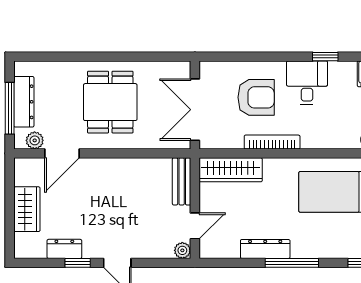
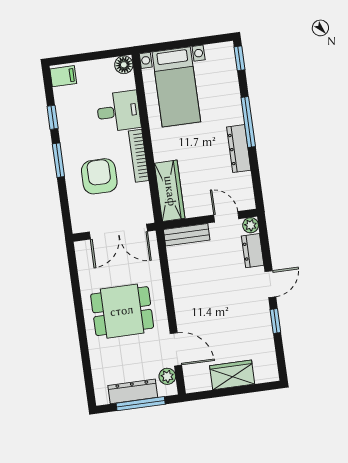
window: (279, 57) -> (58, 160), added
desk: (307, 83) -> (119, 111), moved, turned 180
dresser: (64, 249) -> (253, 251), moved

